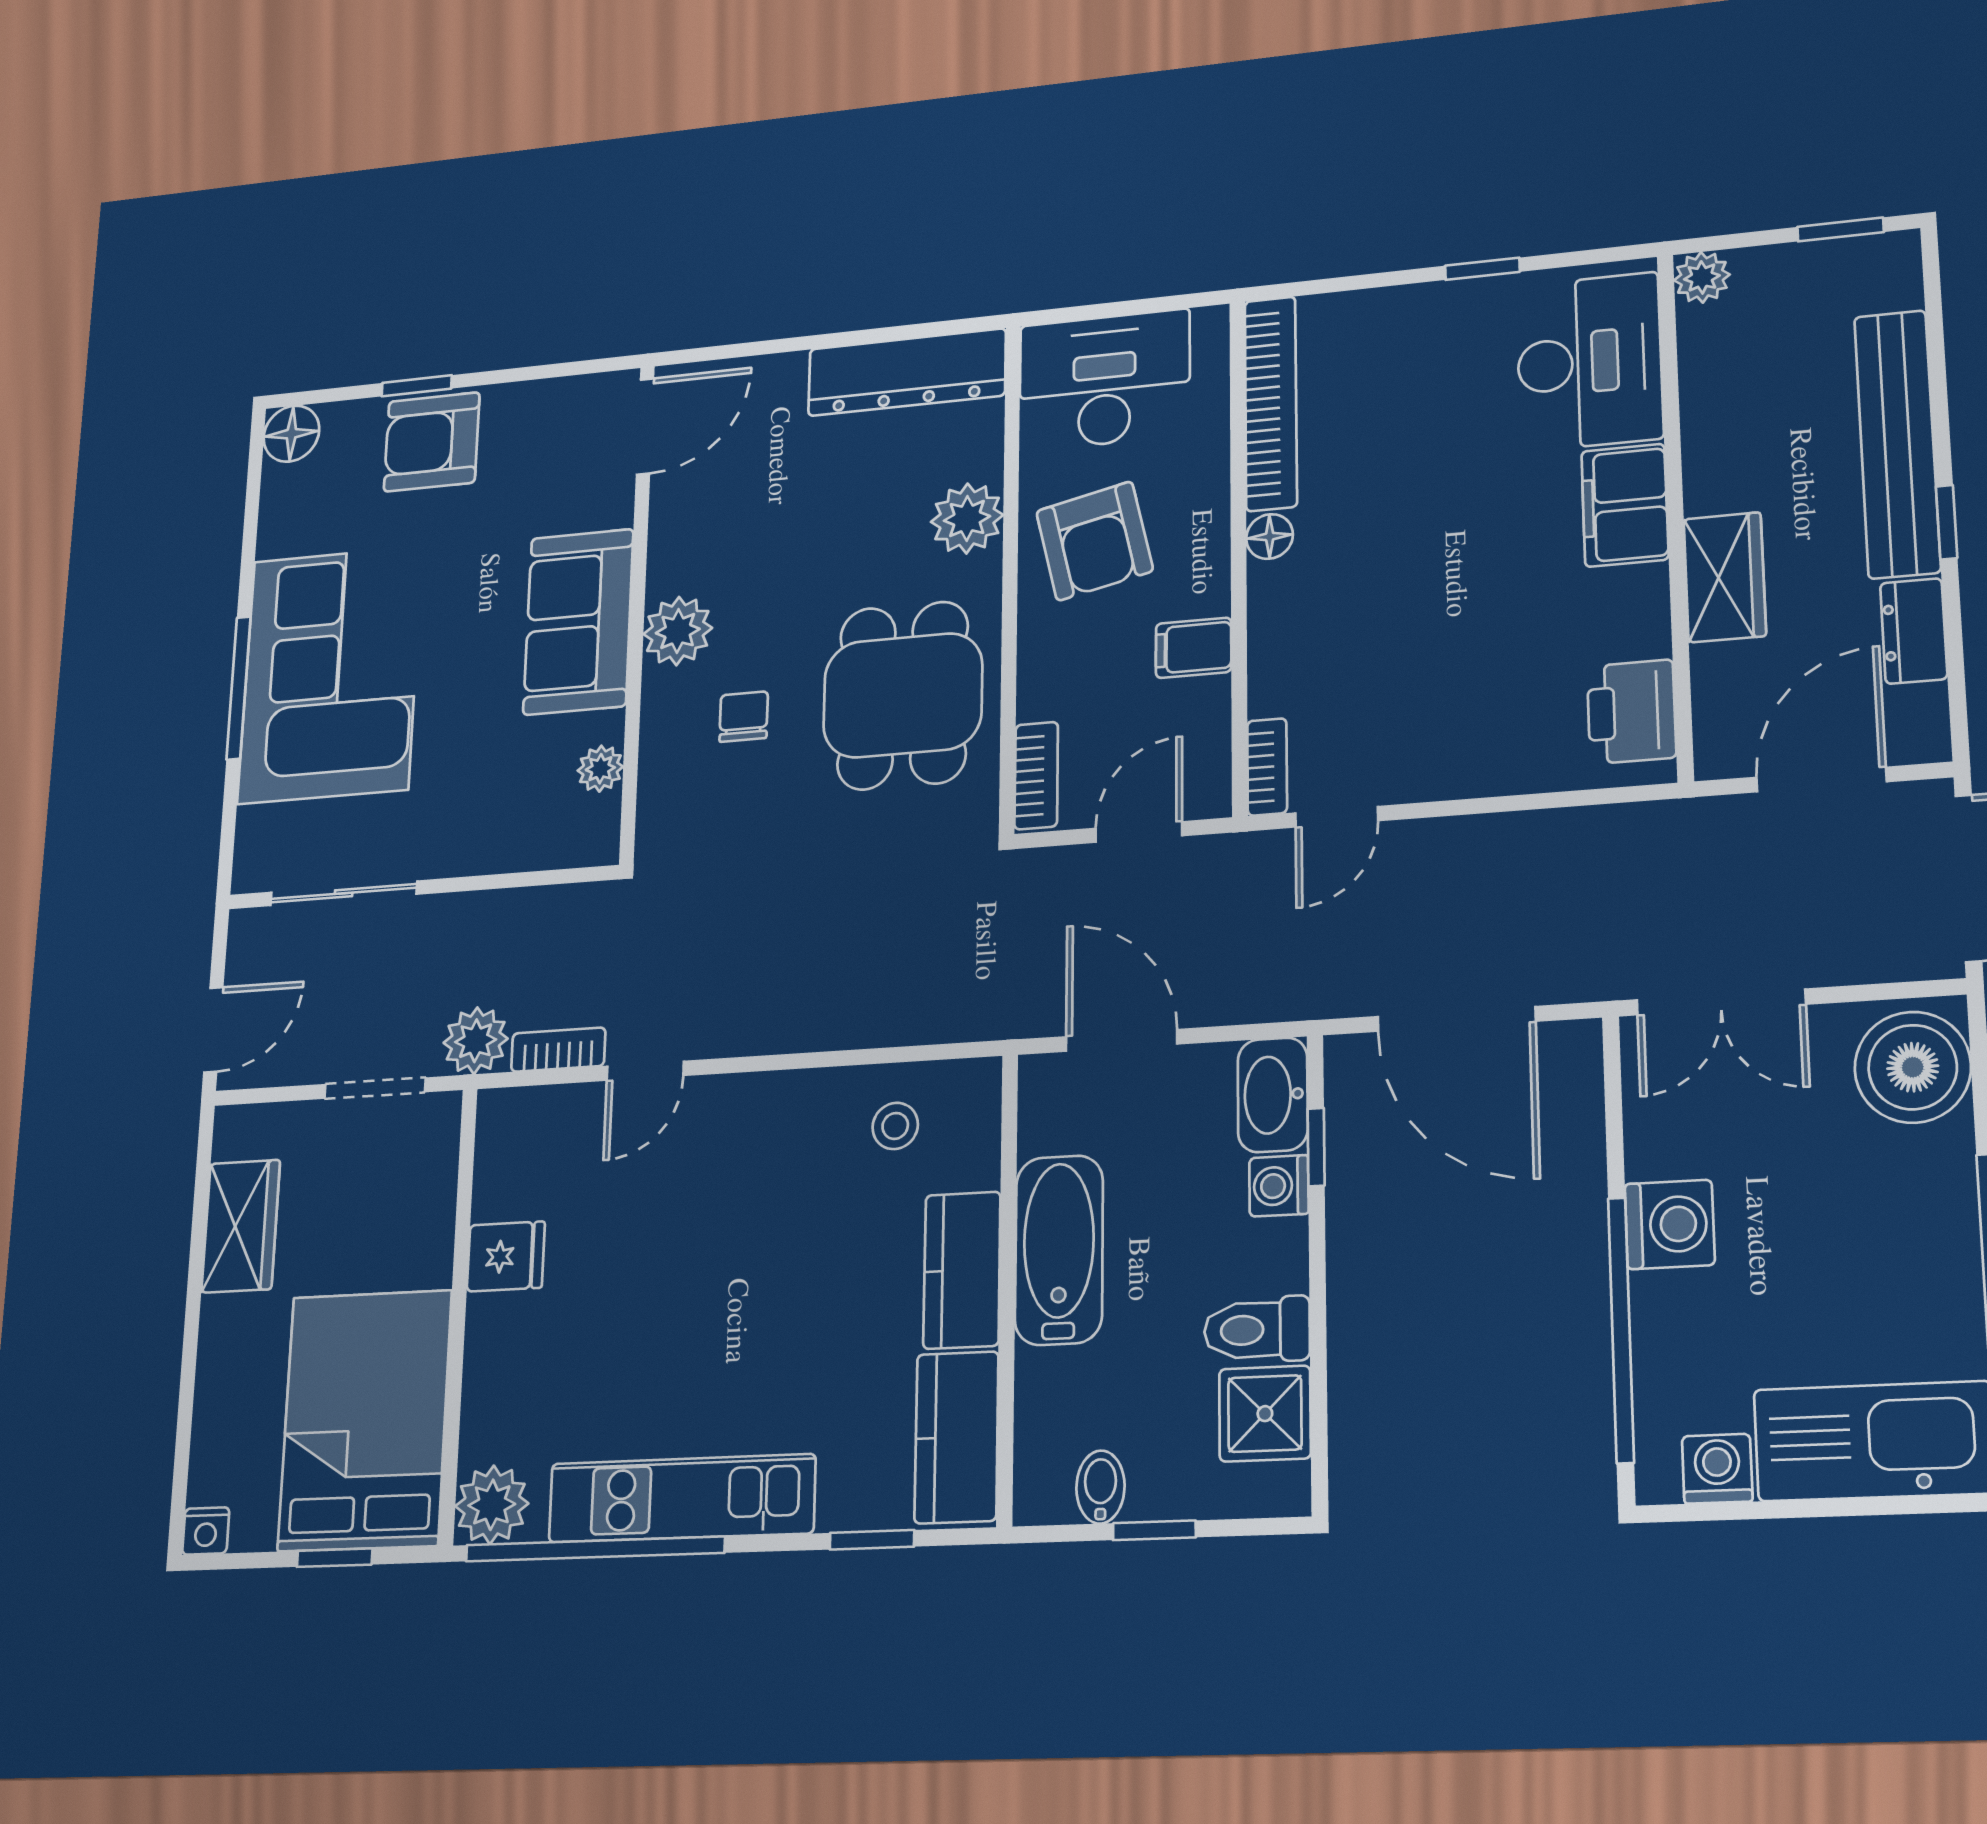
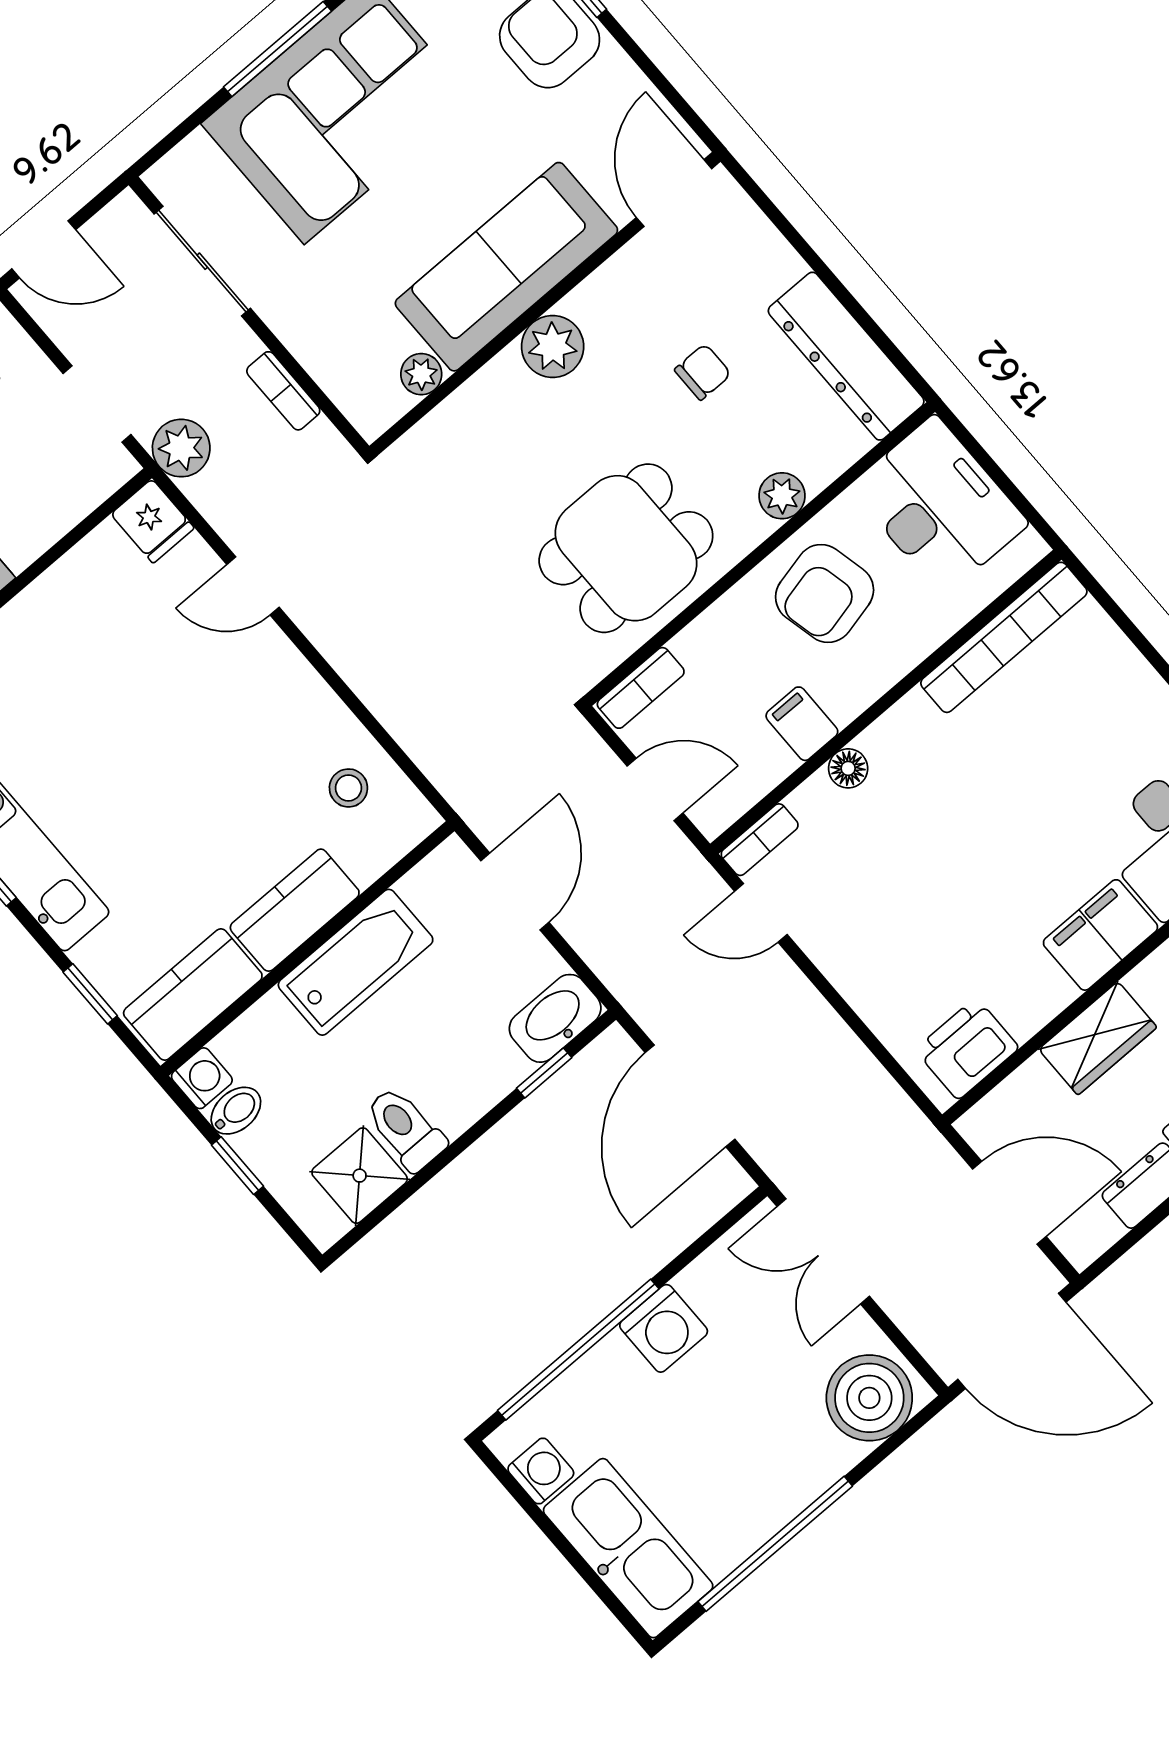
door: (645, 426) -> (674, 193), swing flipped
plant: (967, 518) -> (782, 496), width x0.73, depth x0.73
floor lamp: (1270, 536) -> (848, 768), moved
sofa: (578, 622) -> (506, 267), width x1.36
chair: (744, 717) -> (703, 372), moved
bookcase: (558, 1050) -> (283, 391), moved, turned 180
washing machine: (1279, 1186) -> (202, 1078), moved, turned 90
fridge: (506, 1256) -> (152, 521), moved

